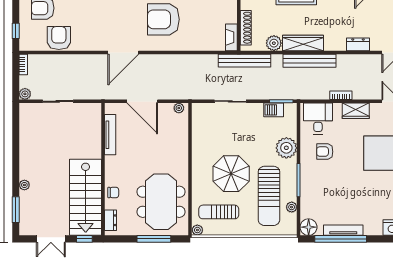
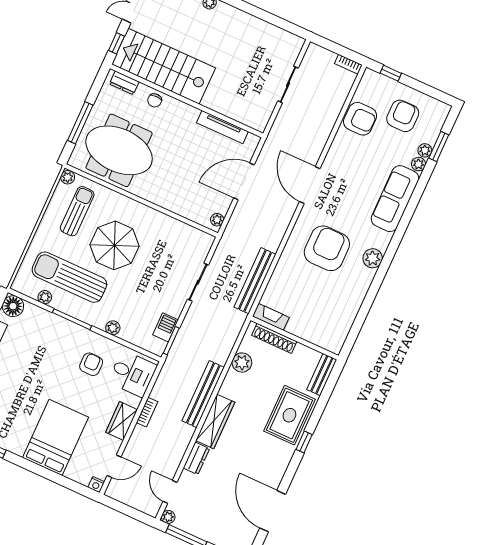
wardrobe: (303, 43) -> (215, 421), moved
bench: (245, 61) -> (255, 281), moved
plant: (25, 94) -> (314, 51), removed
plant: (286, 148) -> (113, 328), width x0.53, depth x0.53

